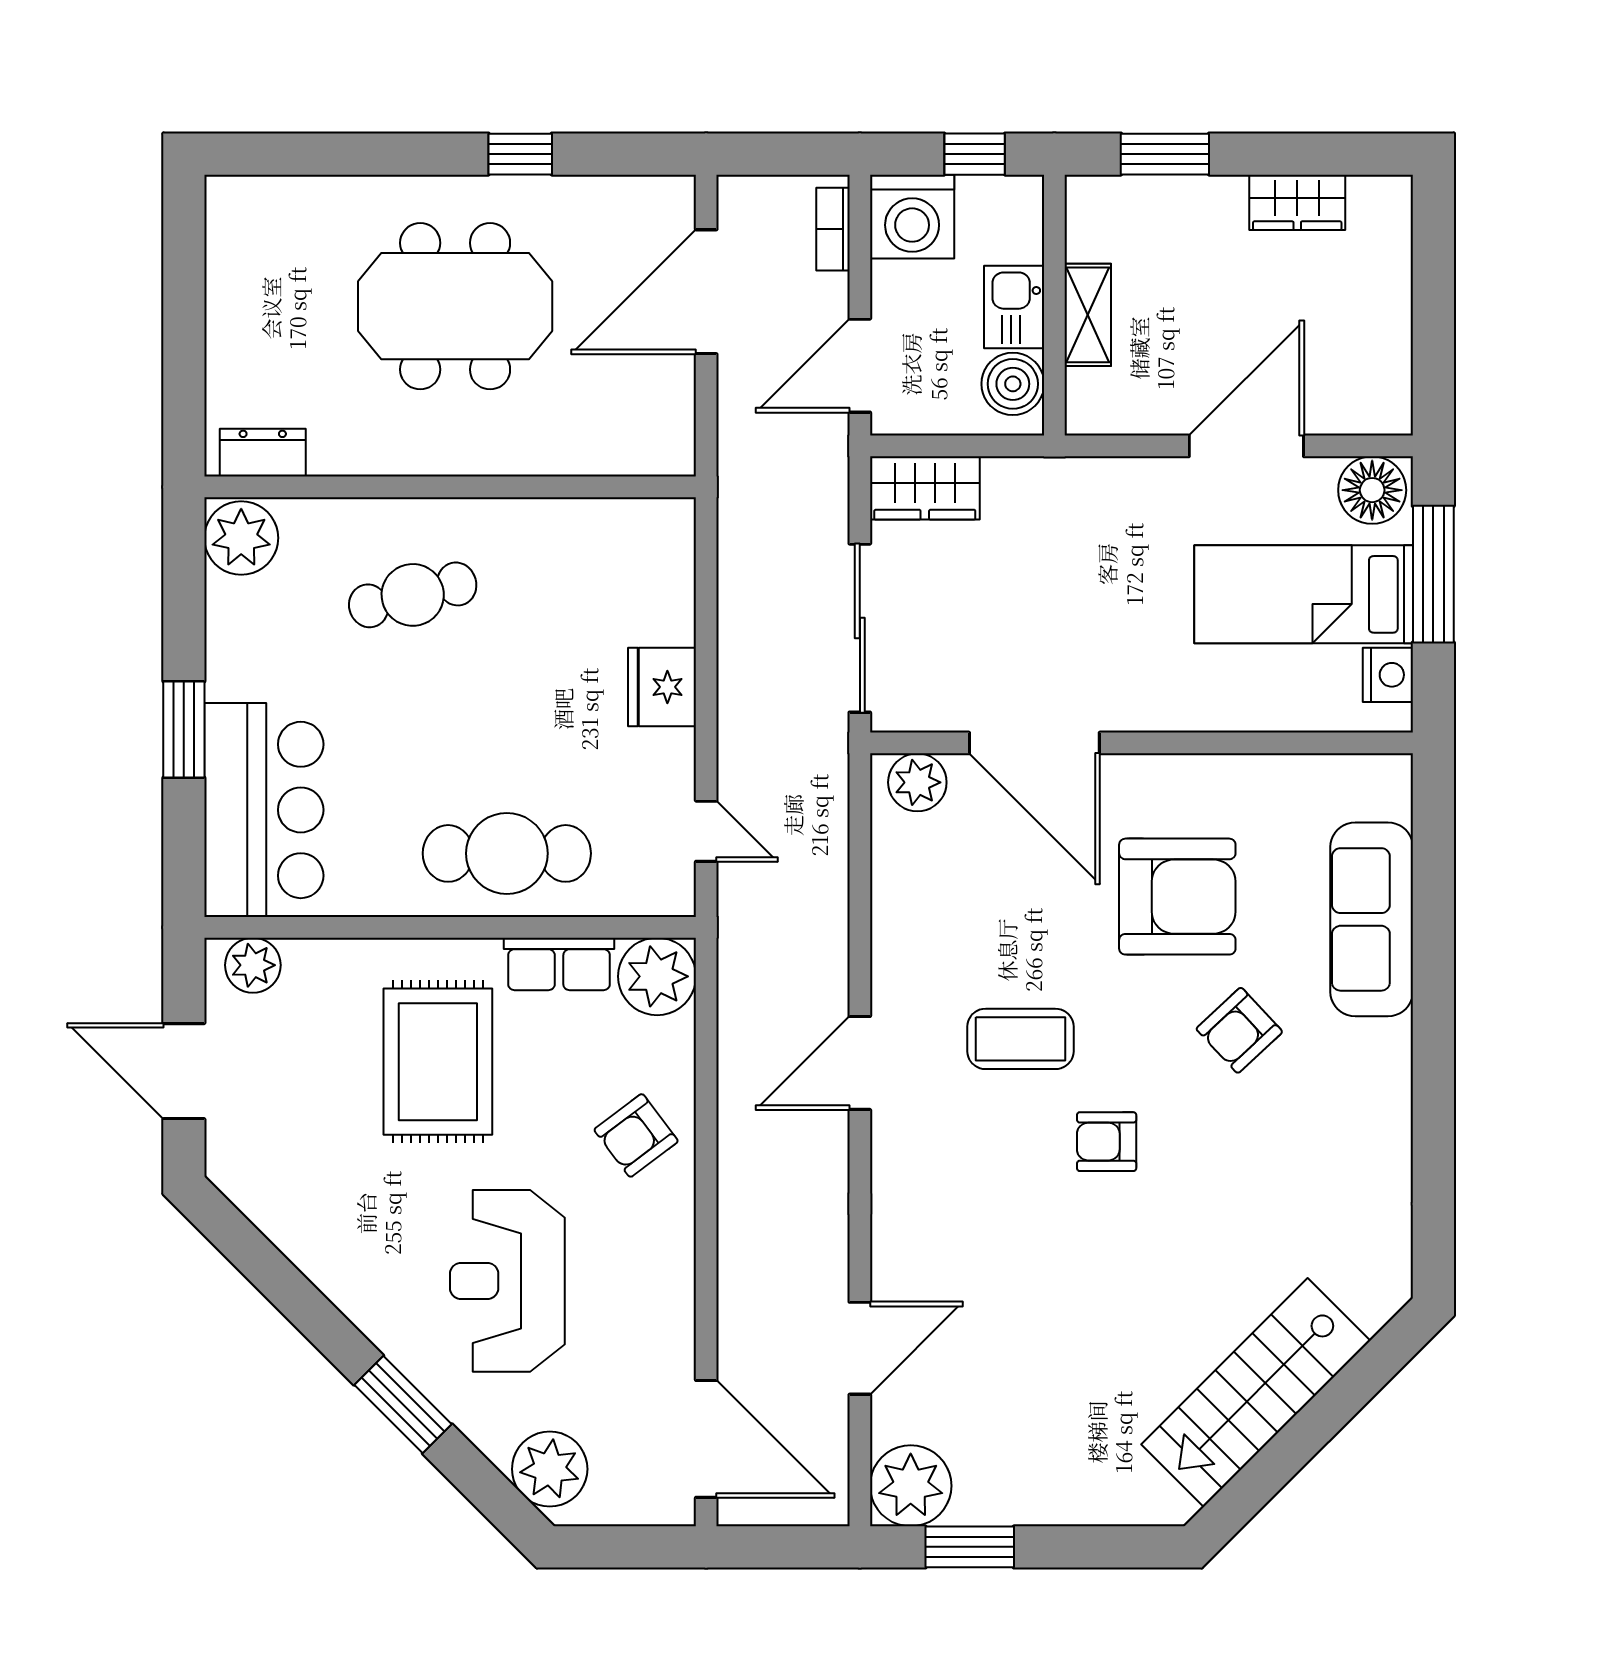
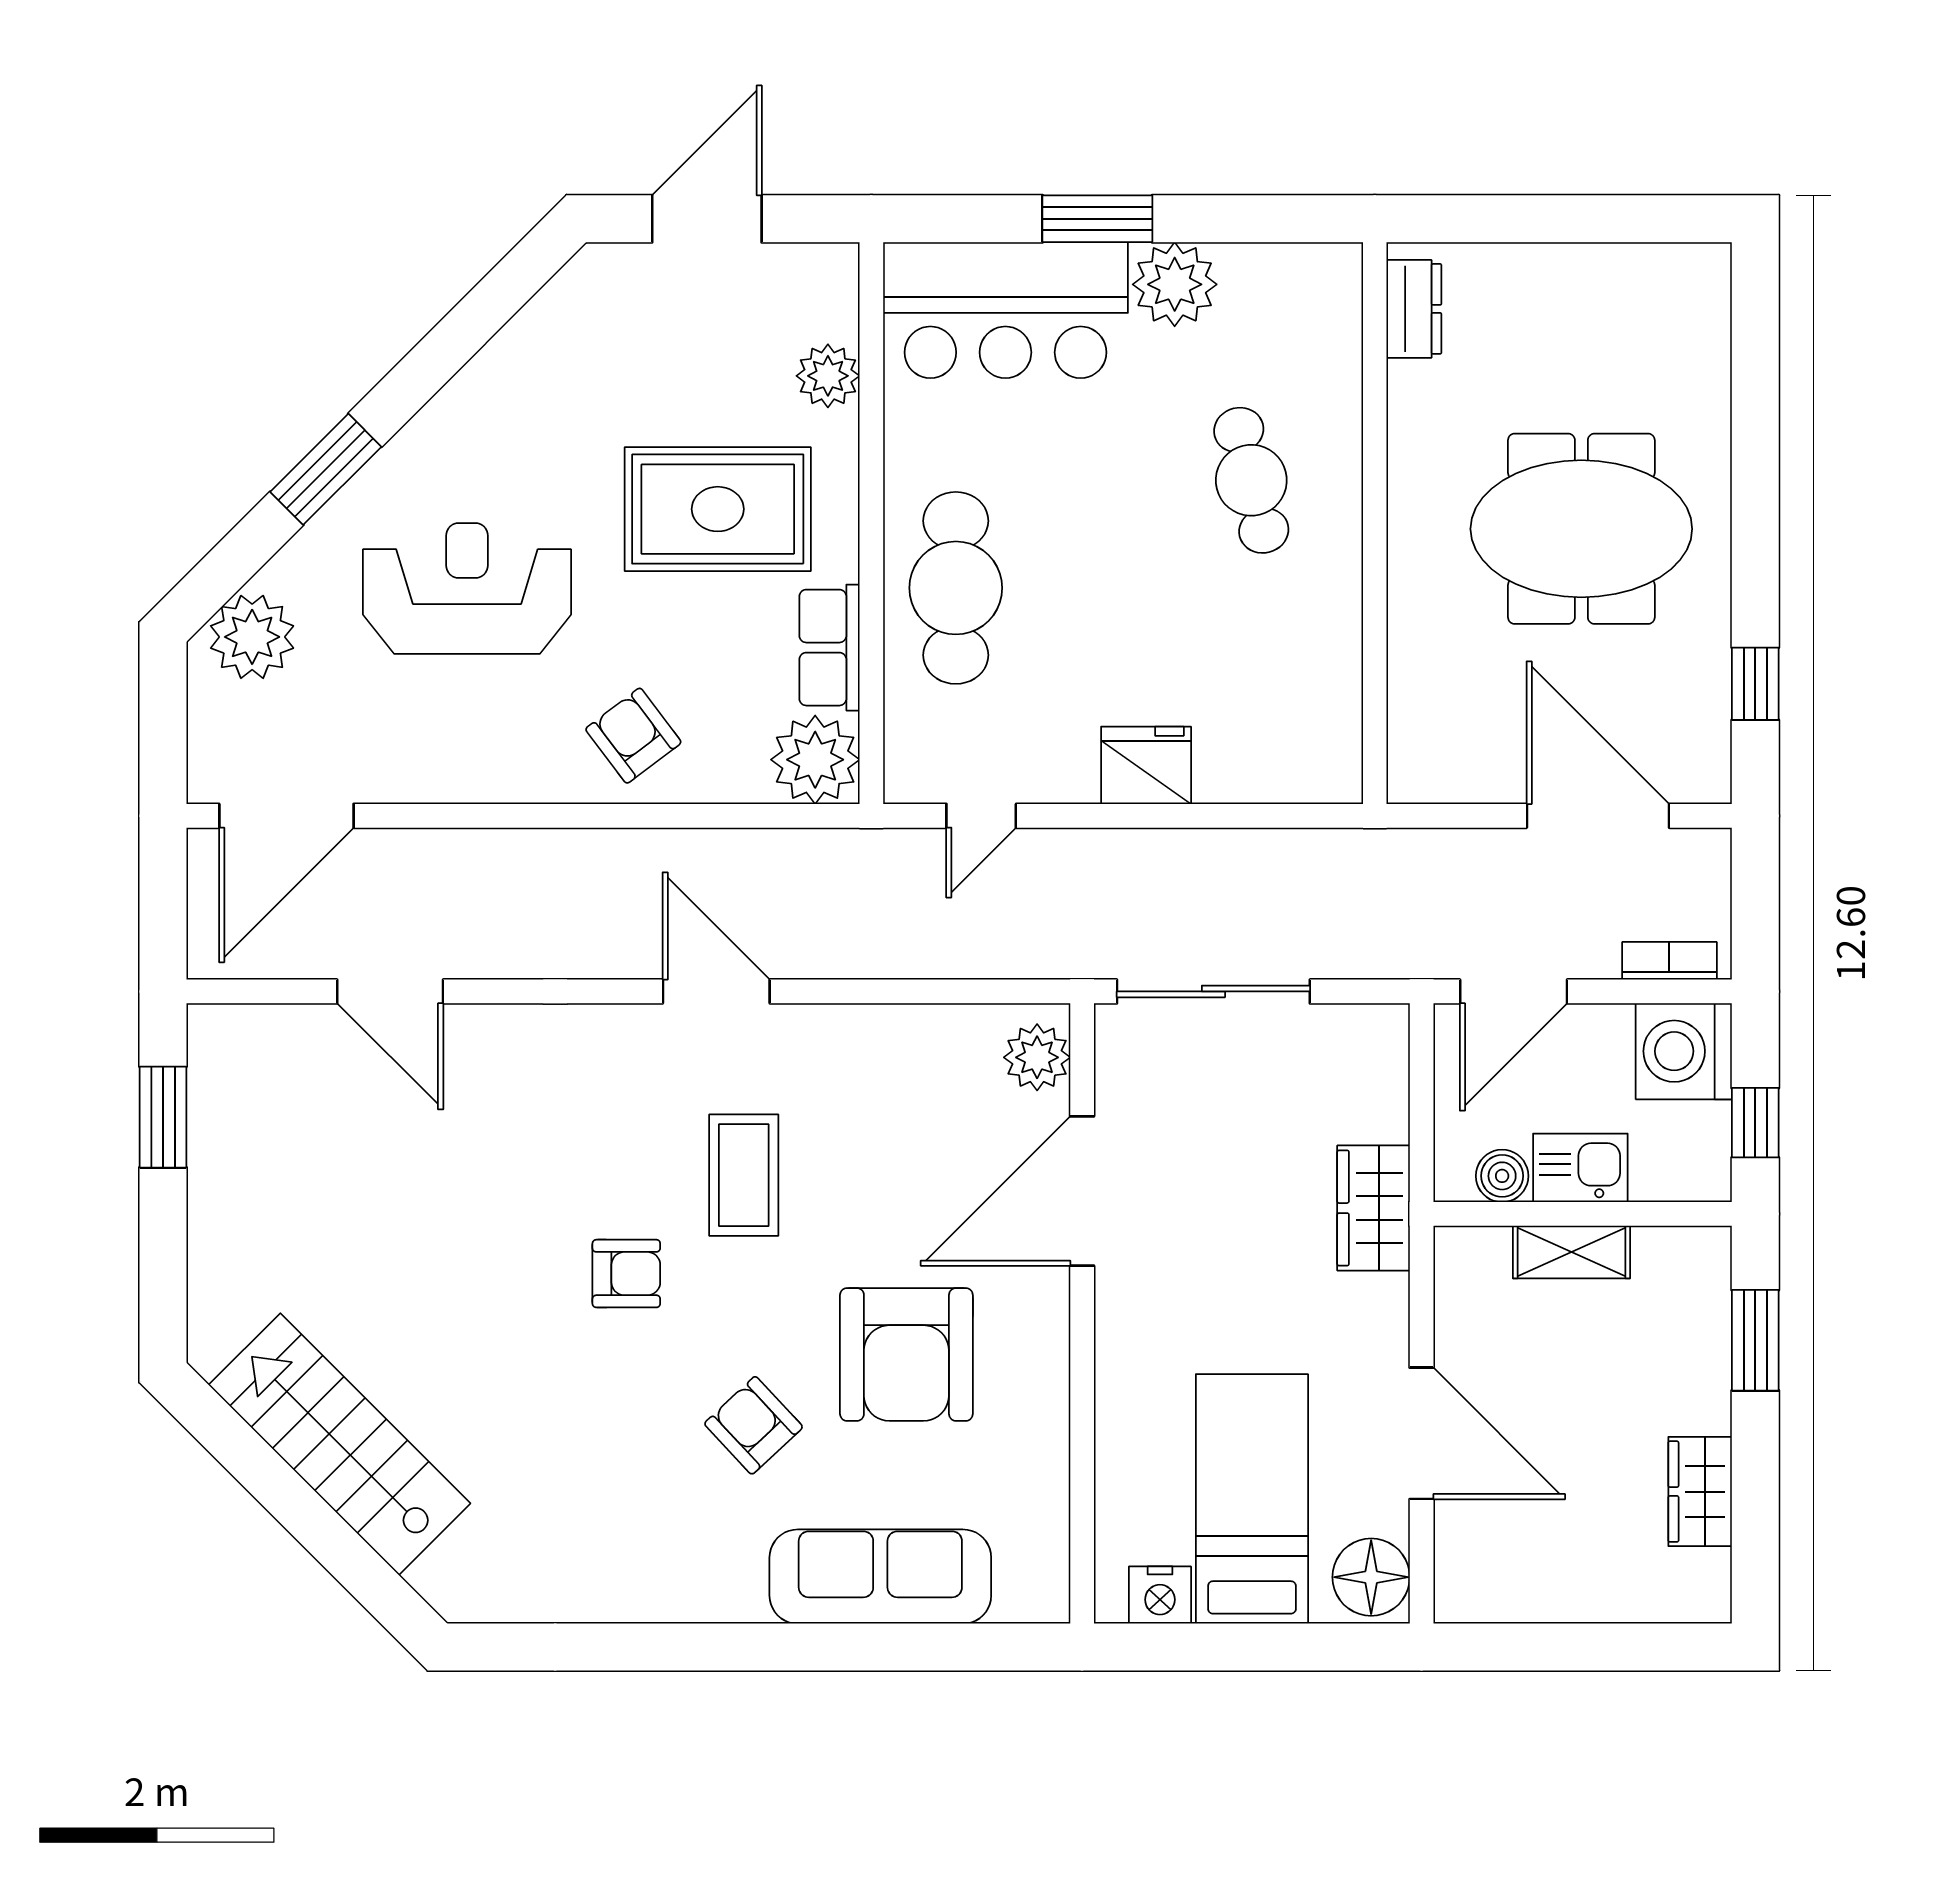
window: (520, 154) -> (1755, 684), moved
meeting table: (455, 306) -> (1581, 529), turned 90
door: (860, 366) -> (1514, 991), swing flipped
boiler: (1013, 384) -> (1502, 1176), width x0.73, depth x0.73
wardrobe: (925, 488) -> (1374, 1208), moved
plant: (241, 538) -> (1175, 284), moved
window: (1433, 574) -> (1275, 1647), removed
plant: (253, 965) -> (828, 376), moved
armchair: (1107, 1142) -> (626, 1274), turned 90
plant: (911, 1486) -> (233, 1050), removed

